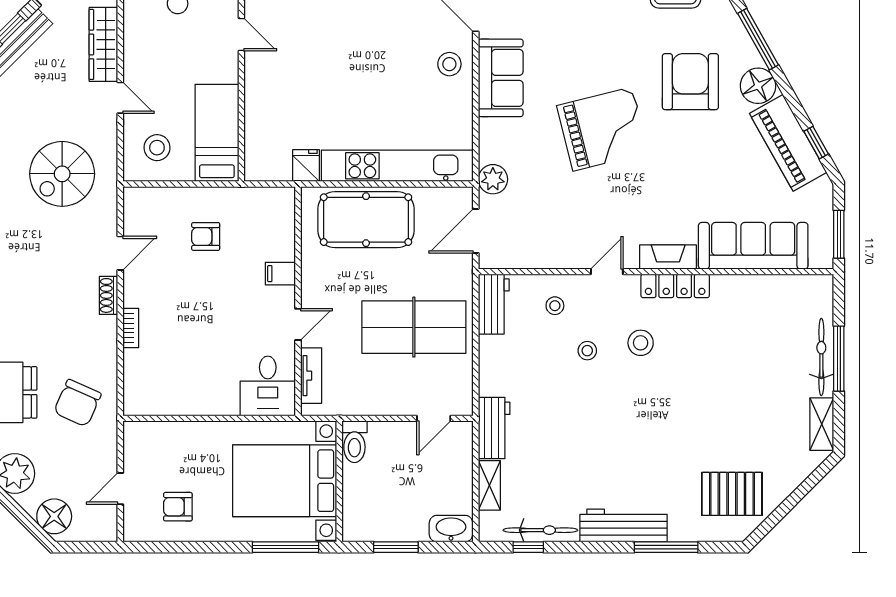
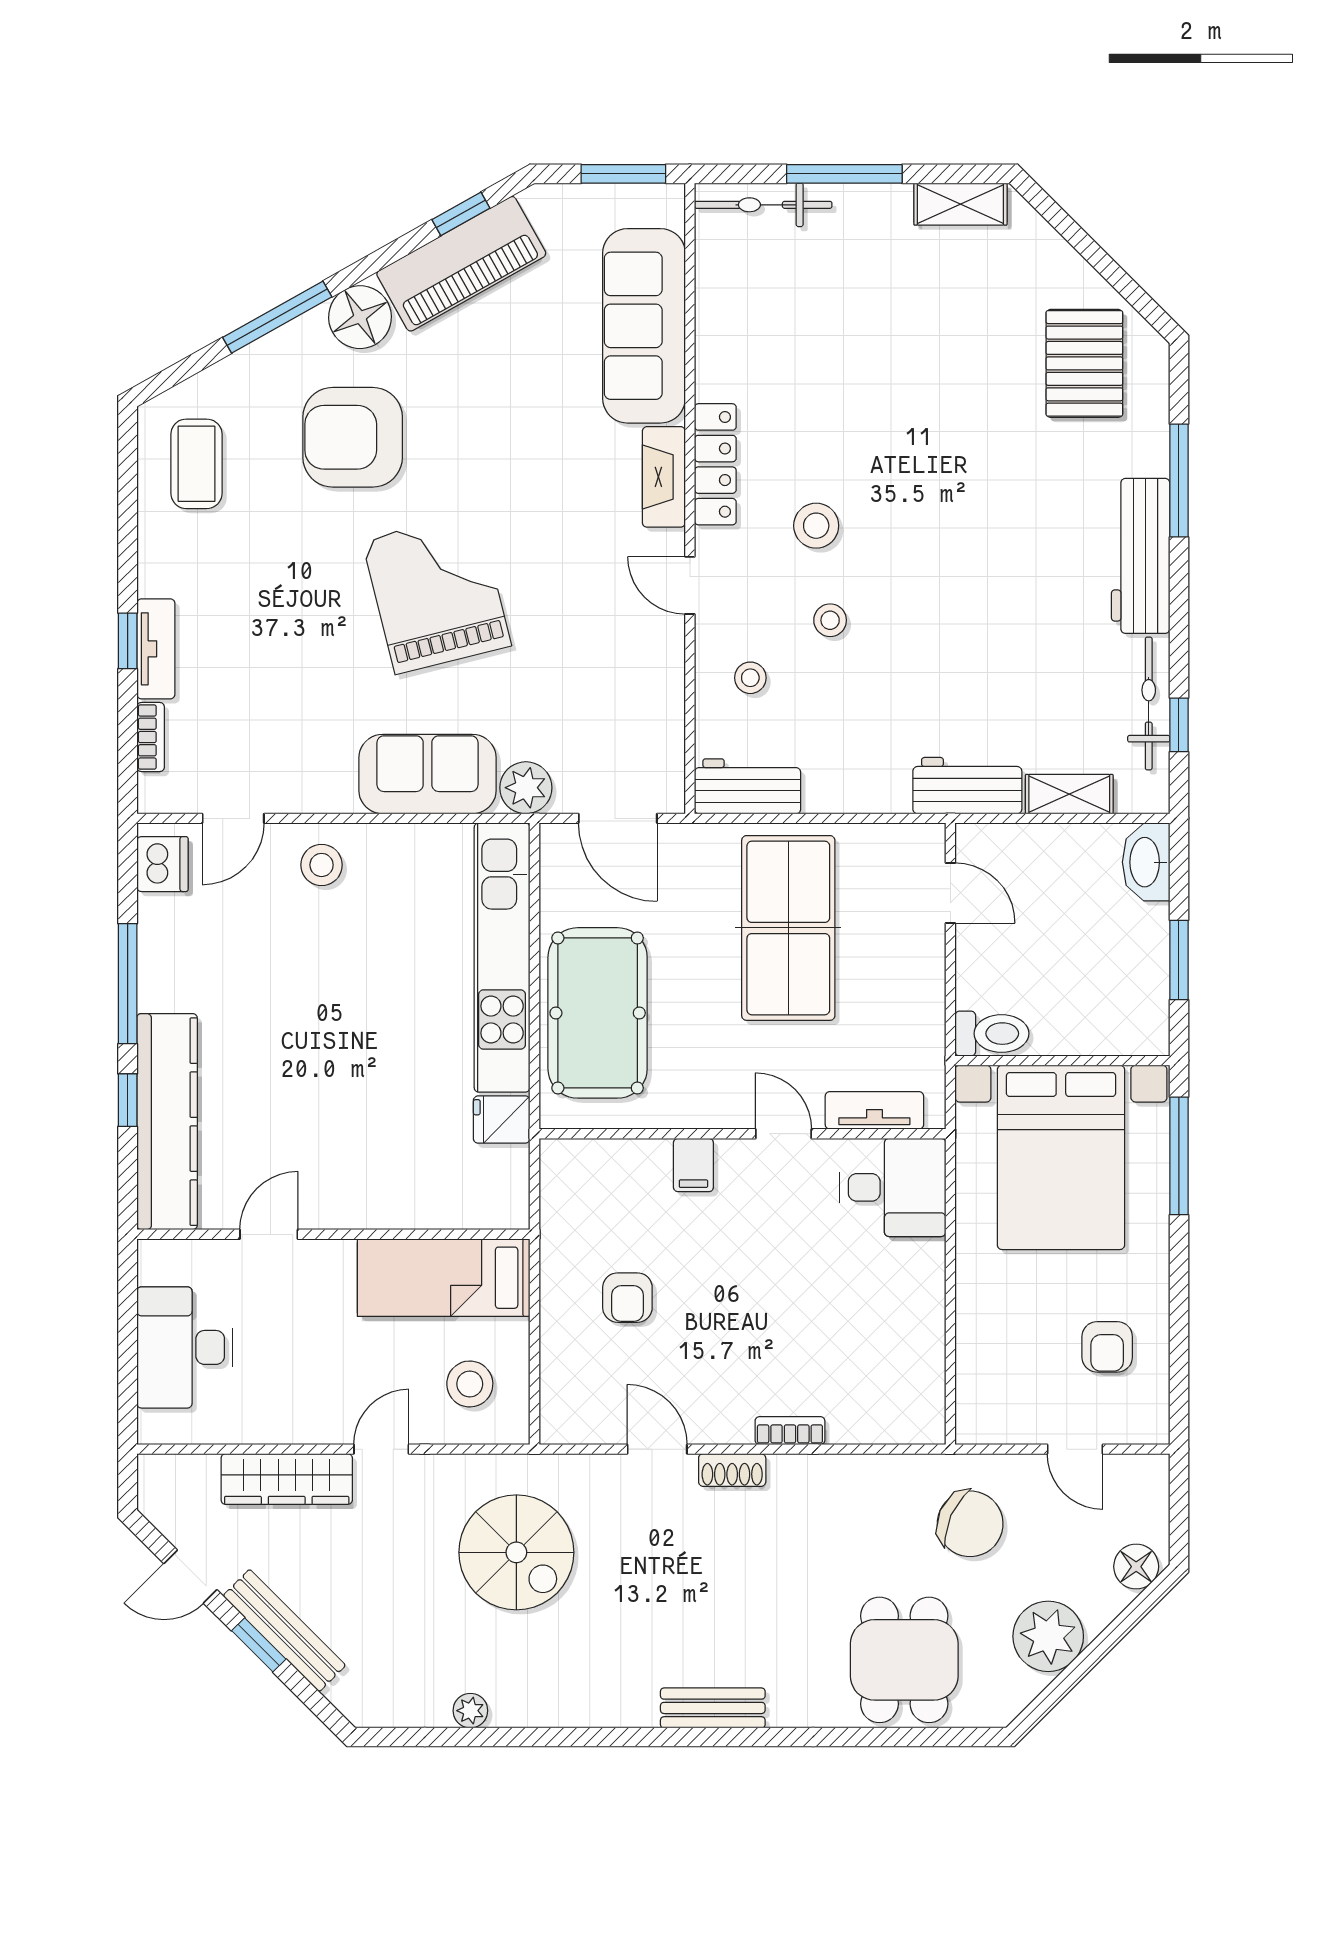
sofa: (501, 78) -> (427, 774), moved
bicycle: (821, 357) -> (763, 205), moved
chair: (77, 403) -> (970, 1524), moved
floor lamp: (54, 516) -> (1136, 1567), width x0.73, depth x0.73

